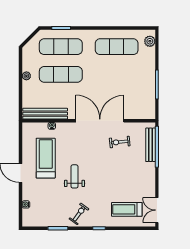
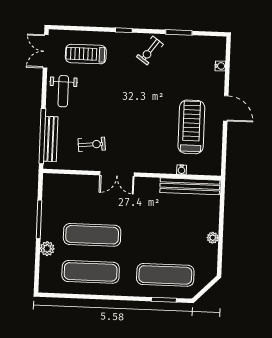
plant: (150, 41) -> (47, 249), moved
exercise mat: (61, 74) -> (92, 235), moved
double door: (100, 121) -> (117, 174), width x0.54
treadmill: (46, 158) -> (191, 127), turned 180
weight bench: (74, 176) -> (63, 91), moved
treadmill: (127, 209) -> (86, 54), turned 180
double door: (157, 210) -> (46, 51), swing flipped

